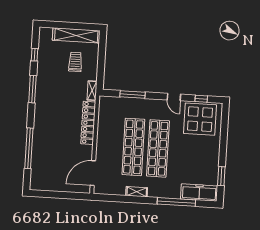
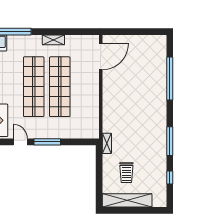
window: (132, 94) -> (47, 142), moved
locker: (88, 123) -> (109, 109), removed

